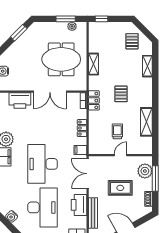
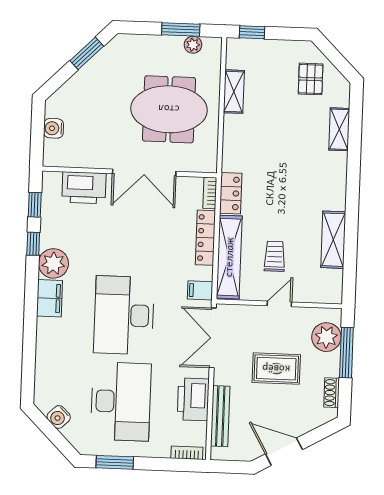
shelving: (94, 64) -> (234, 92), moved
pallet: (121, 94) -> (285, 182), removed
locker: (82, 128) -> (205, 238), width x1.53
shelving: (94, 133) -> (229, 257), added

